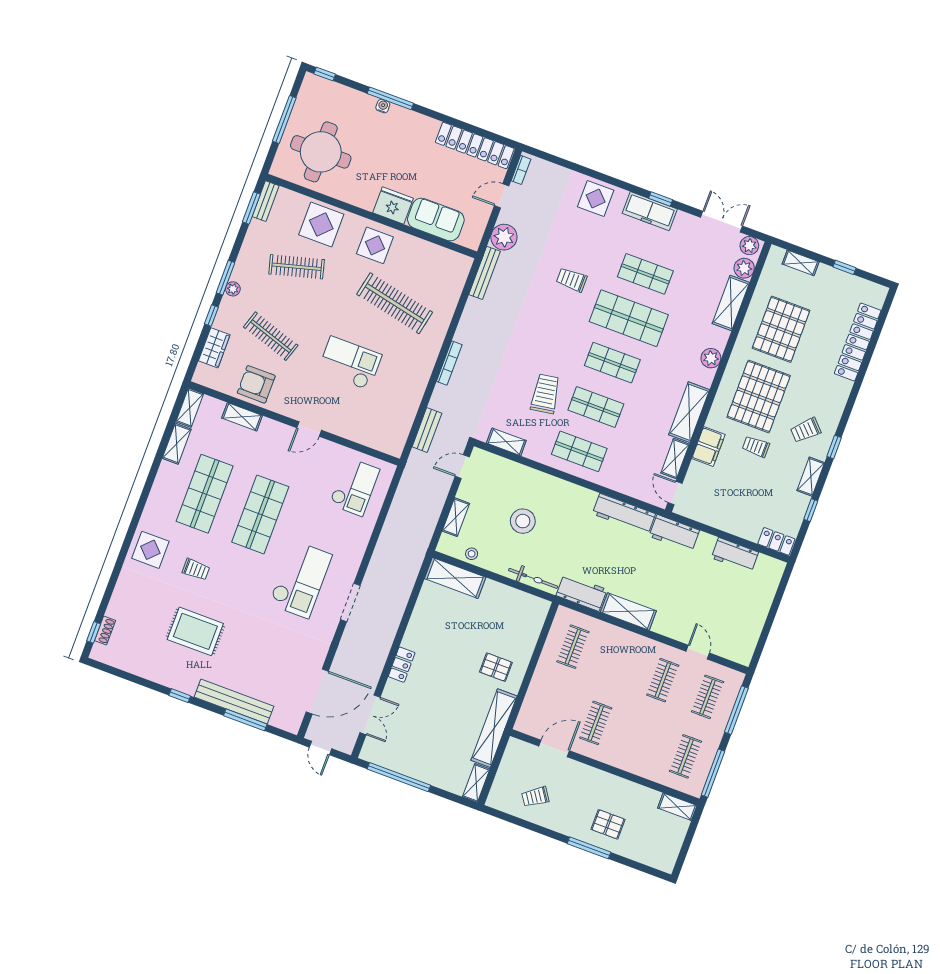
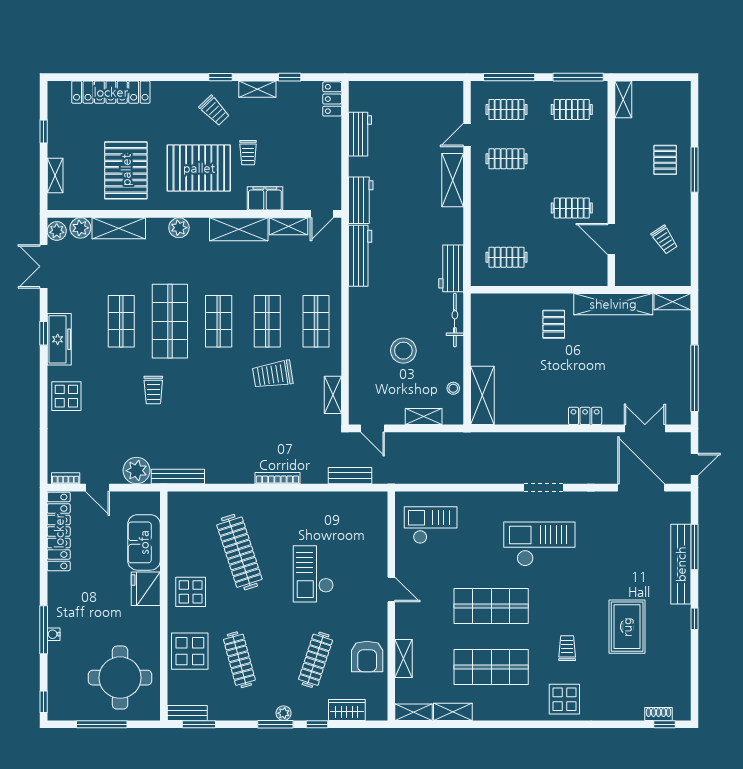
clothes rail: (395, 303) -> (239, 552), turned -30
pallet: (781, 329) -> (126, 170), turned 90
shelving: (628, 611) -> (453, 180), moved

